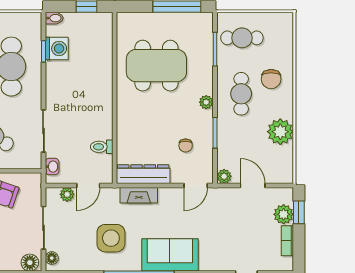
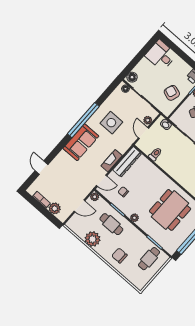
cafe table: (241, 94) -> (111, 224), moved
door: (196, 185) -> (102, 181), swing flipped
fireplace: (139, 195) -> (112, 161), moved
window: (299, 212) -> (50, 216), removed

